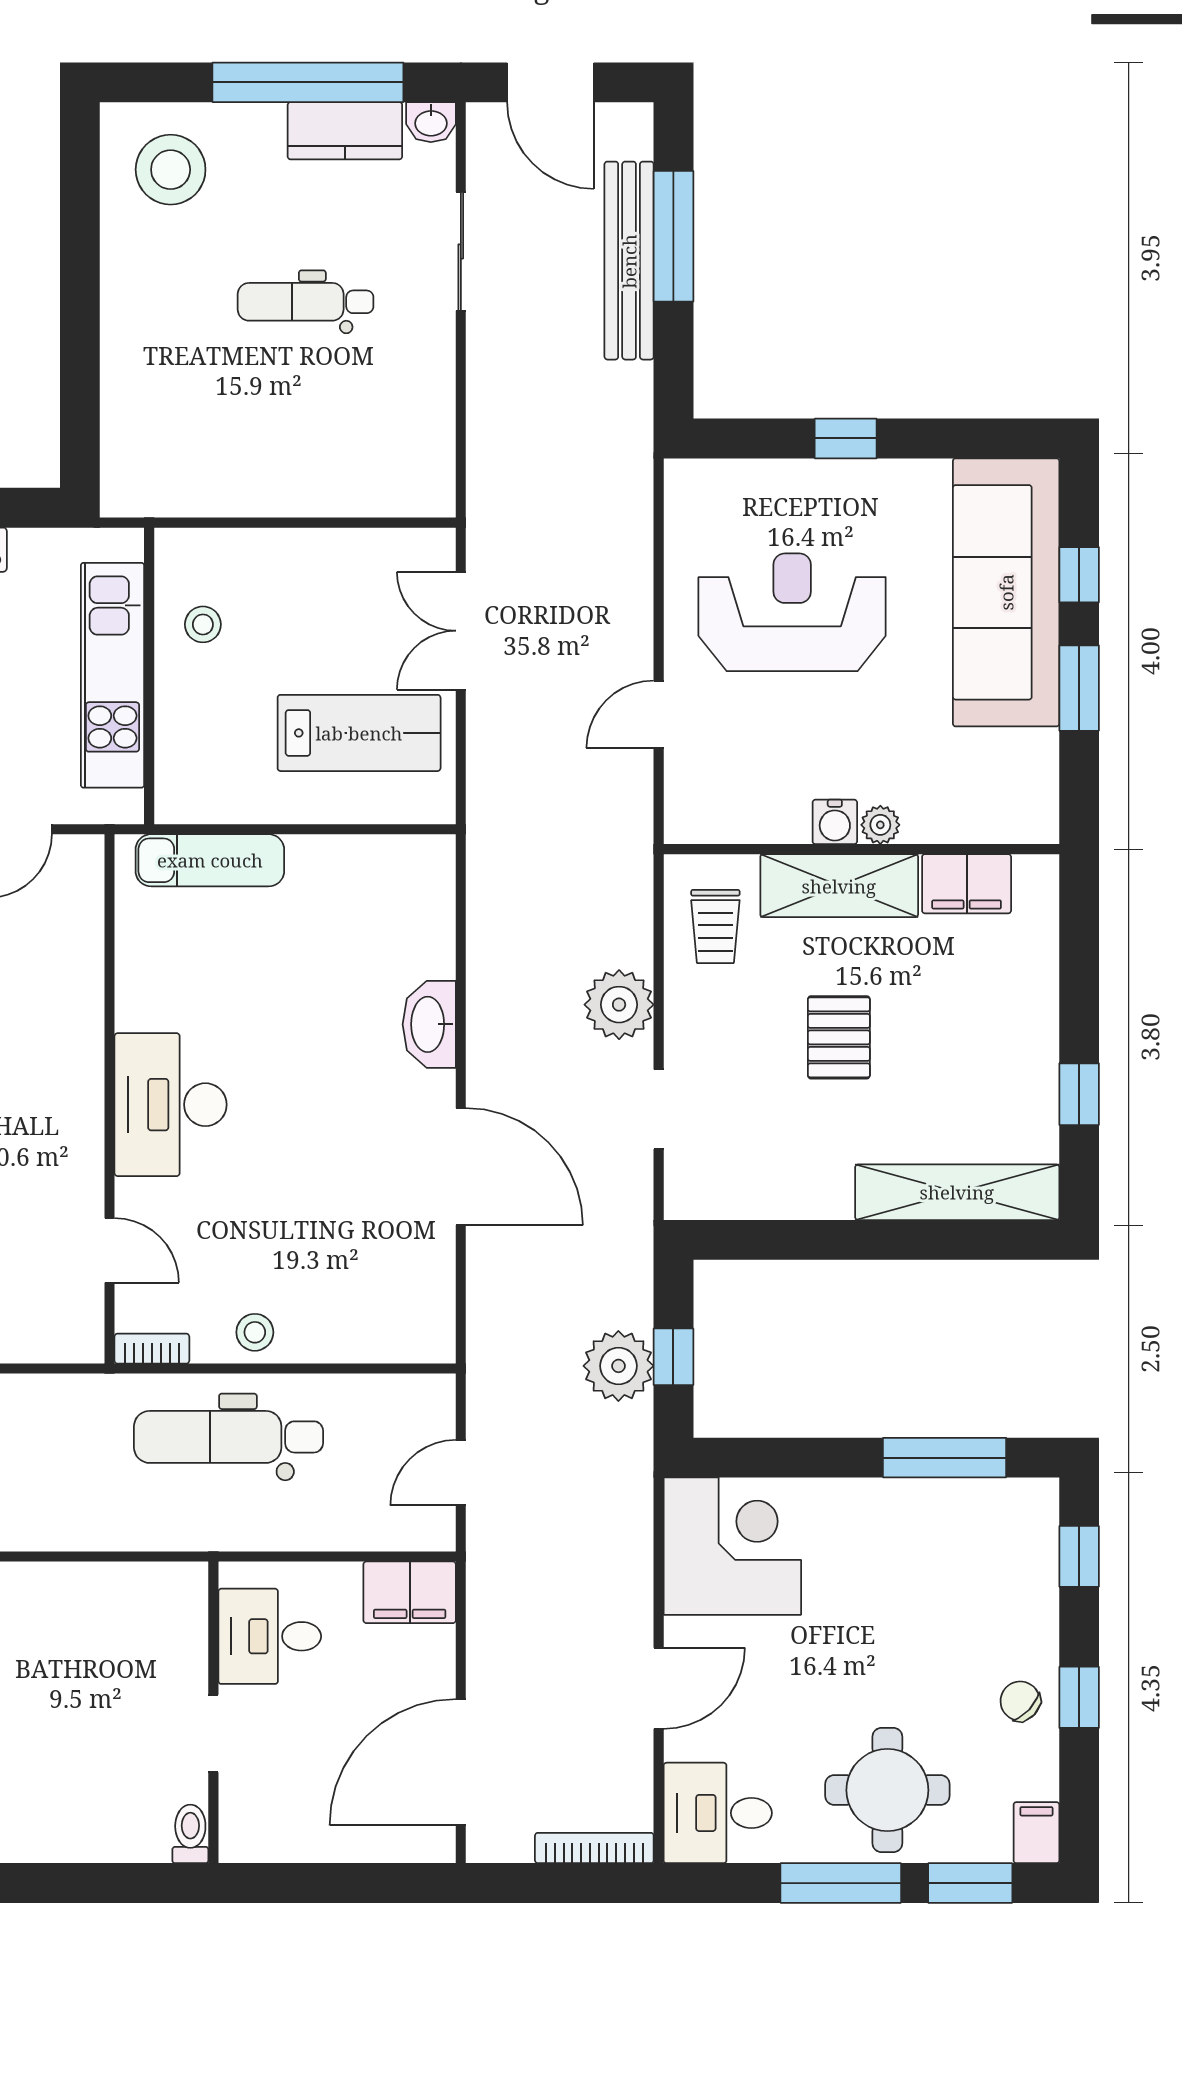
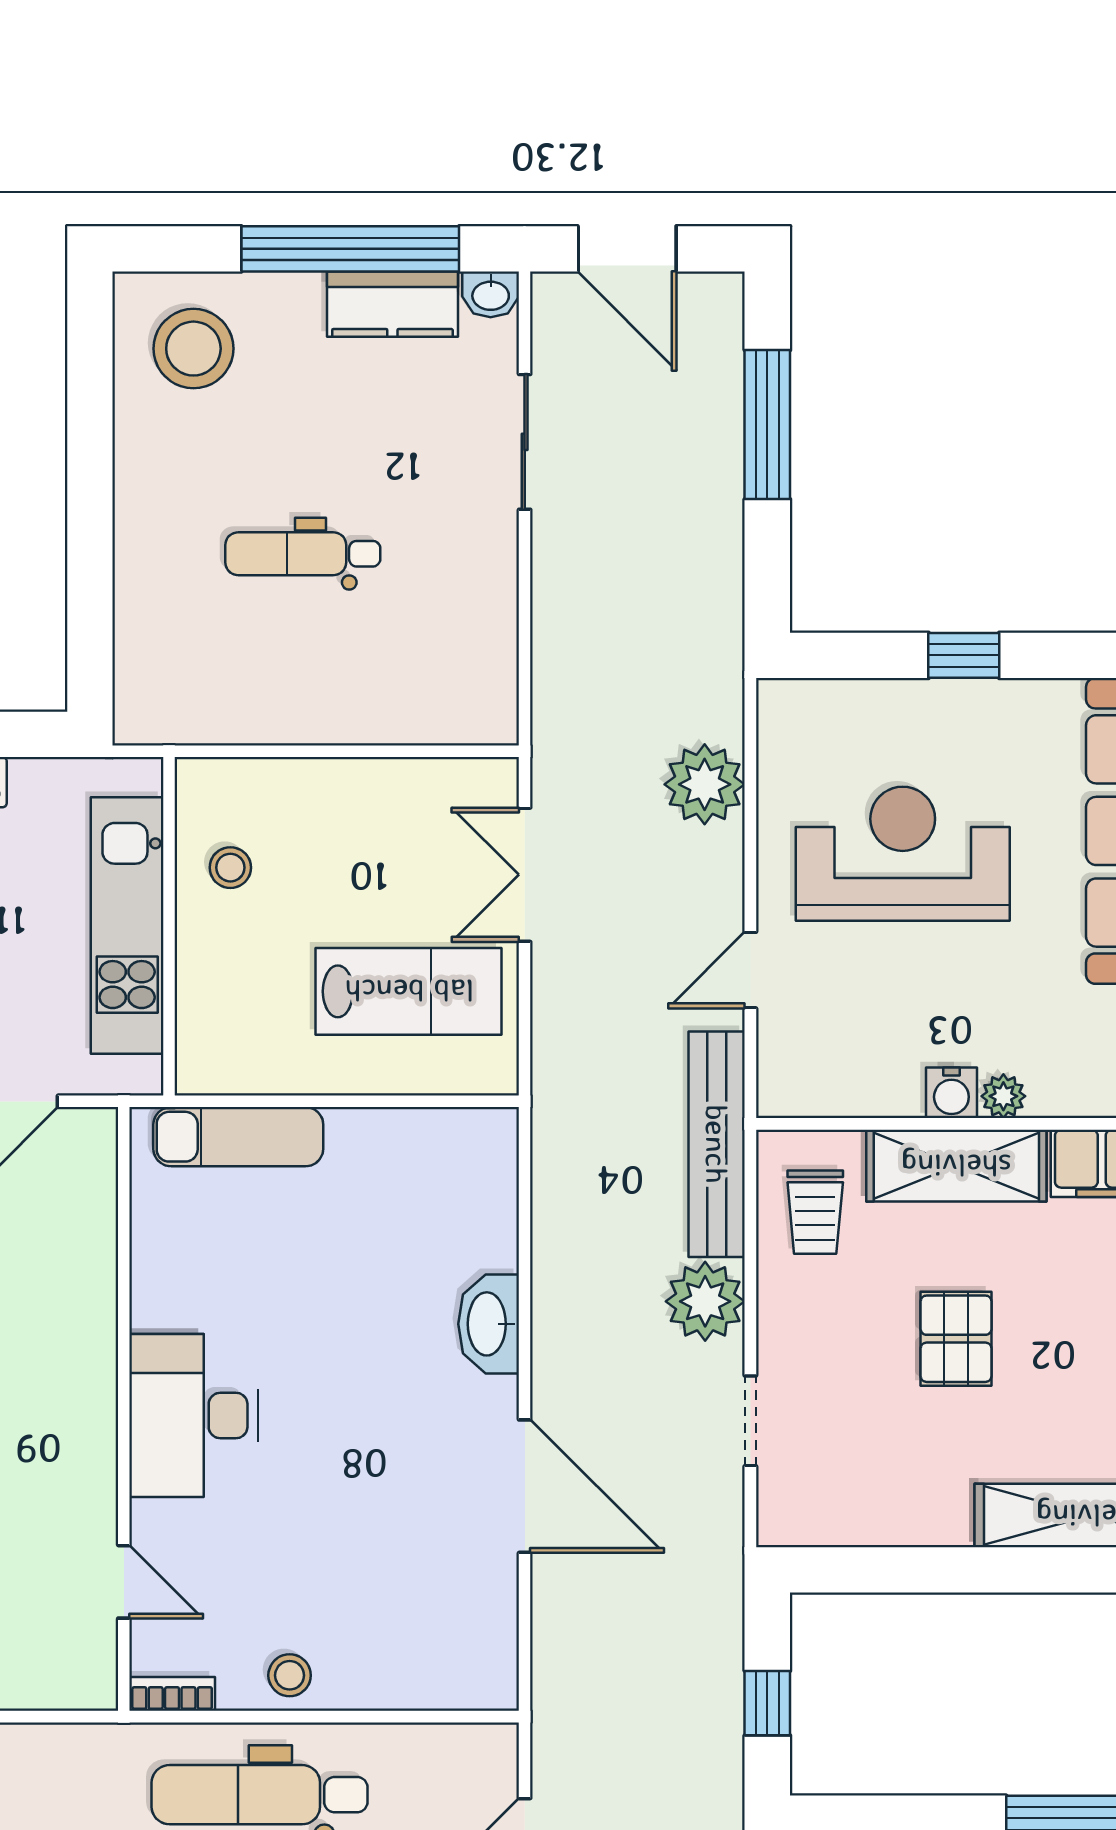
bench: (629, 261) -> (717, 1144), moved
dental chair: (306, 302) -> (303, 554), moved
plant: (618, 1366) -> (705, 784), moved

